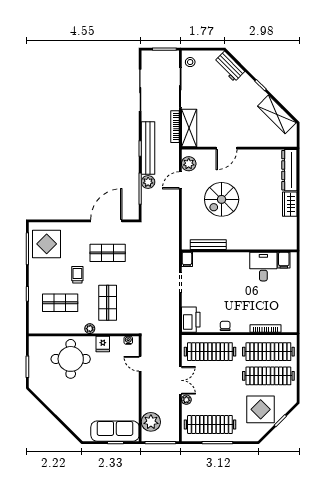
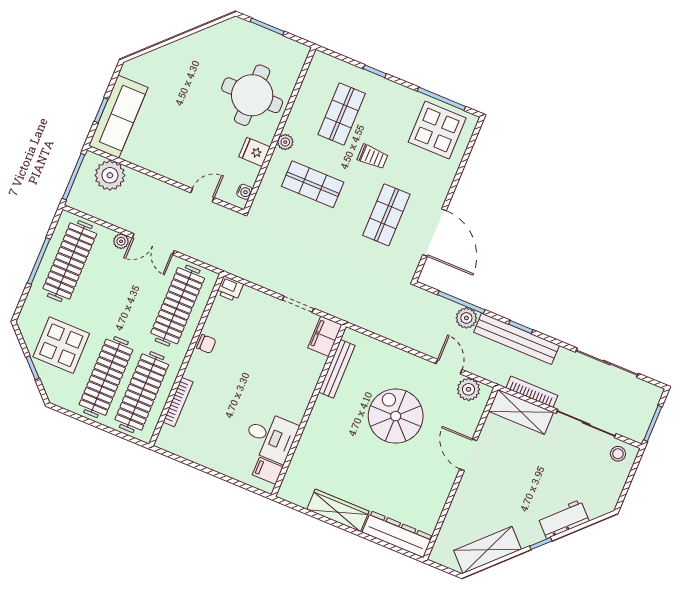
workbench: (229, 66) -> (563, 519), moved
wardrobe: (290, 204) -> (338, 510), width x1.50
filing cabinet: (187, 259) -> (325, 336), width x2.00
printer: (191, 320) -> (230, 289), width x0.53, depth x0.68

